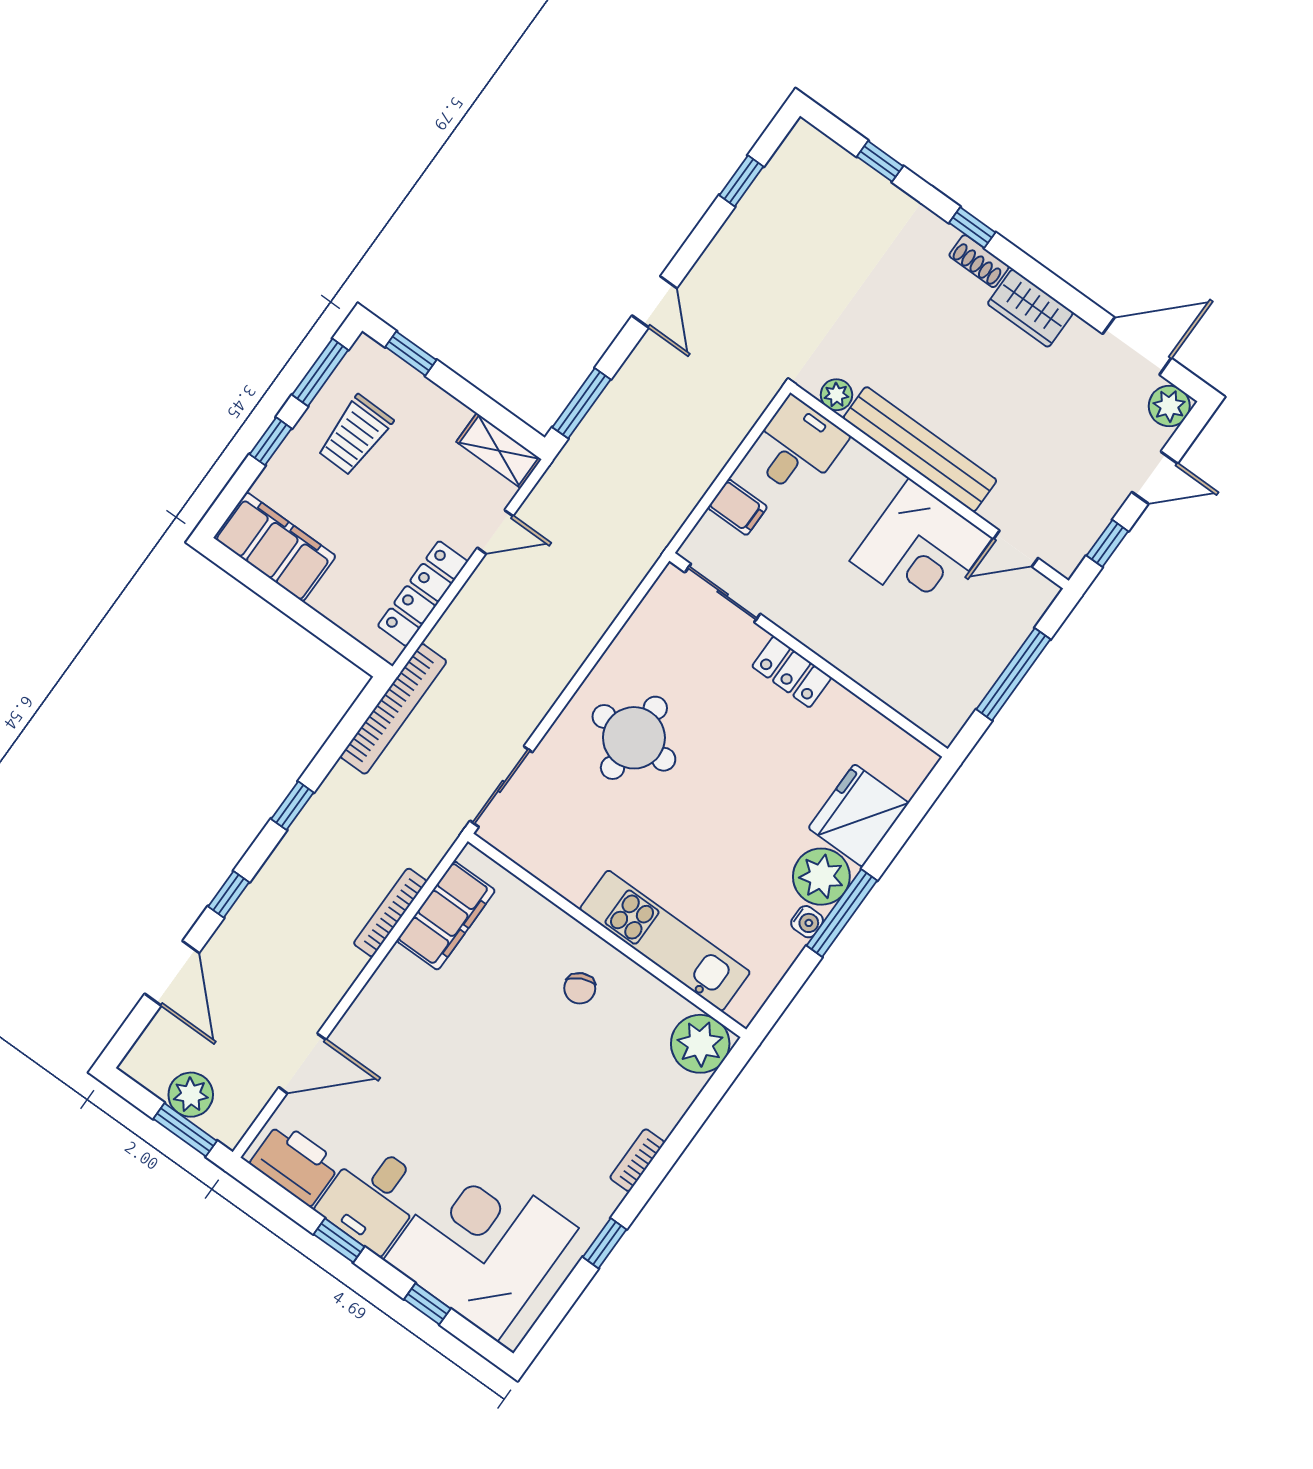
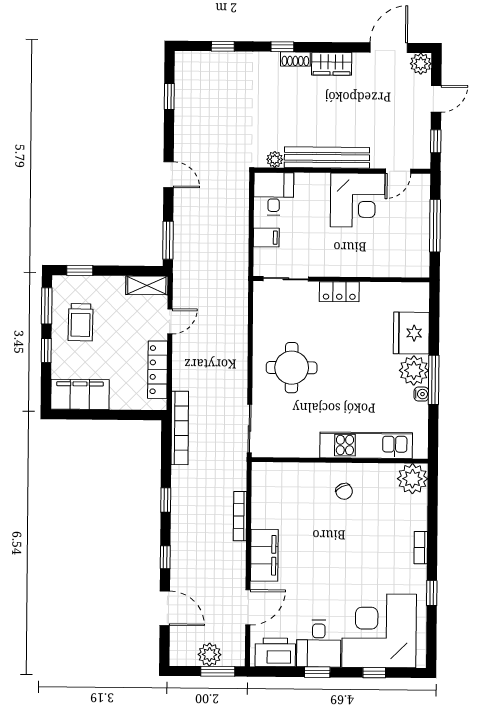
filing cabinet: (446, 916) -> (264, 555), moved

